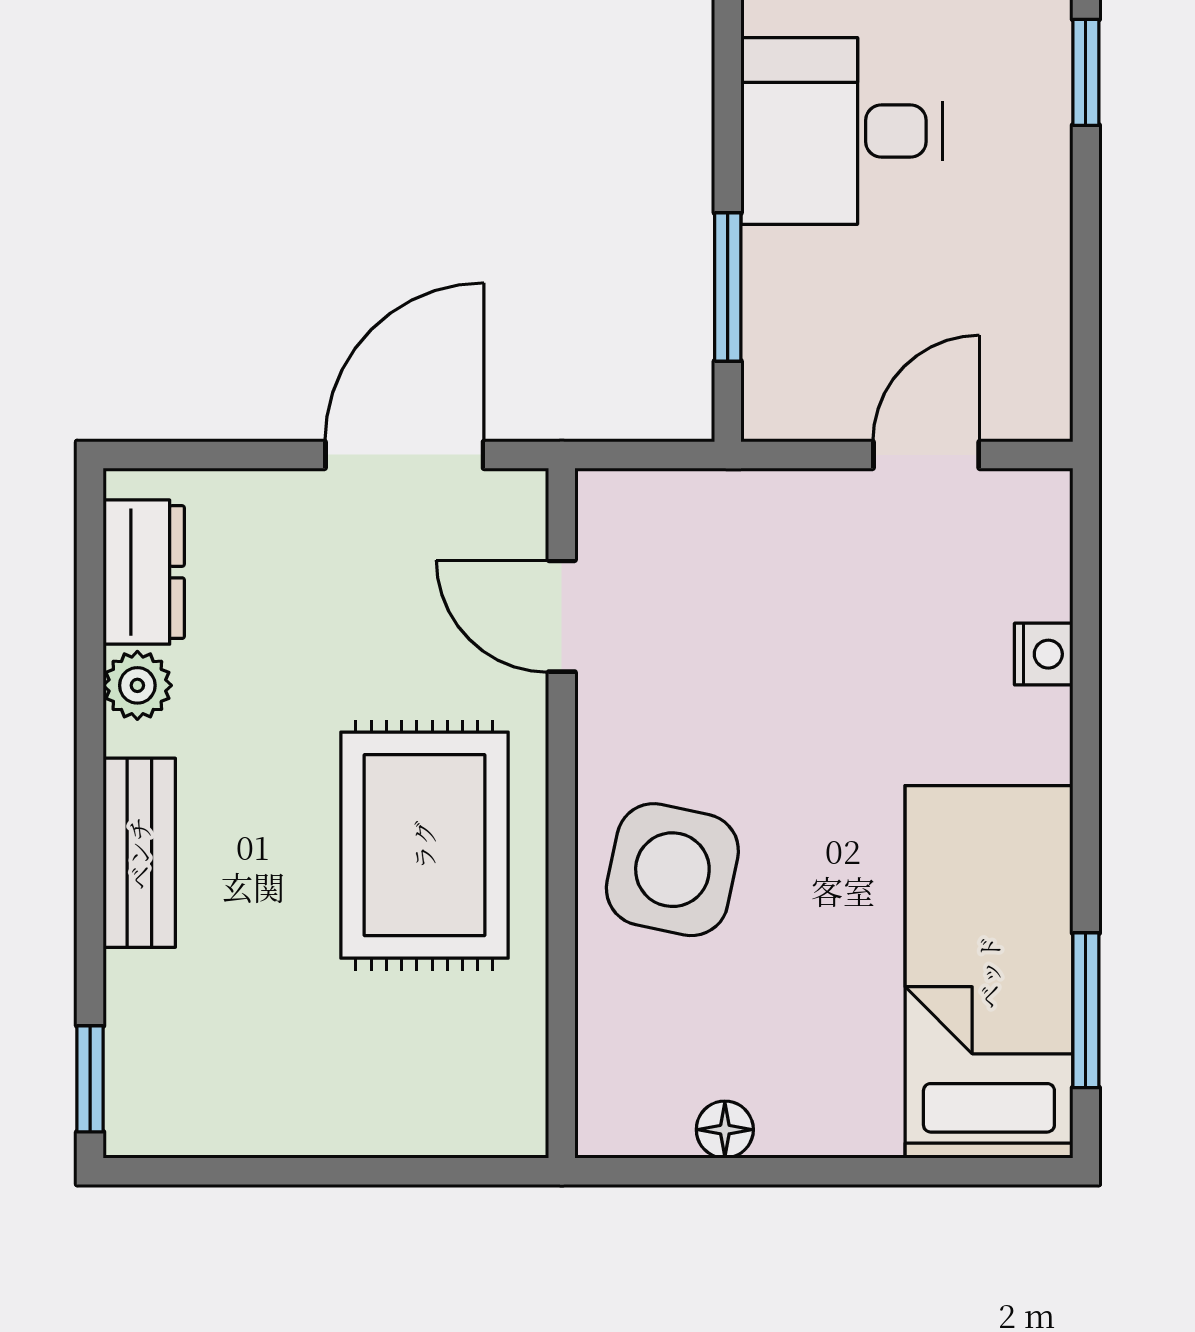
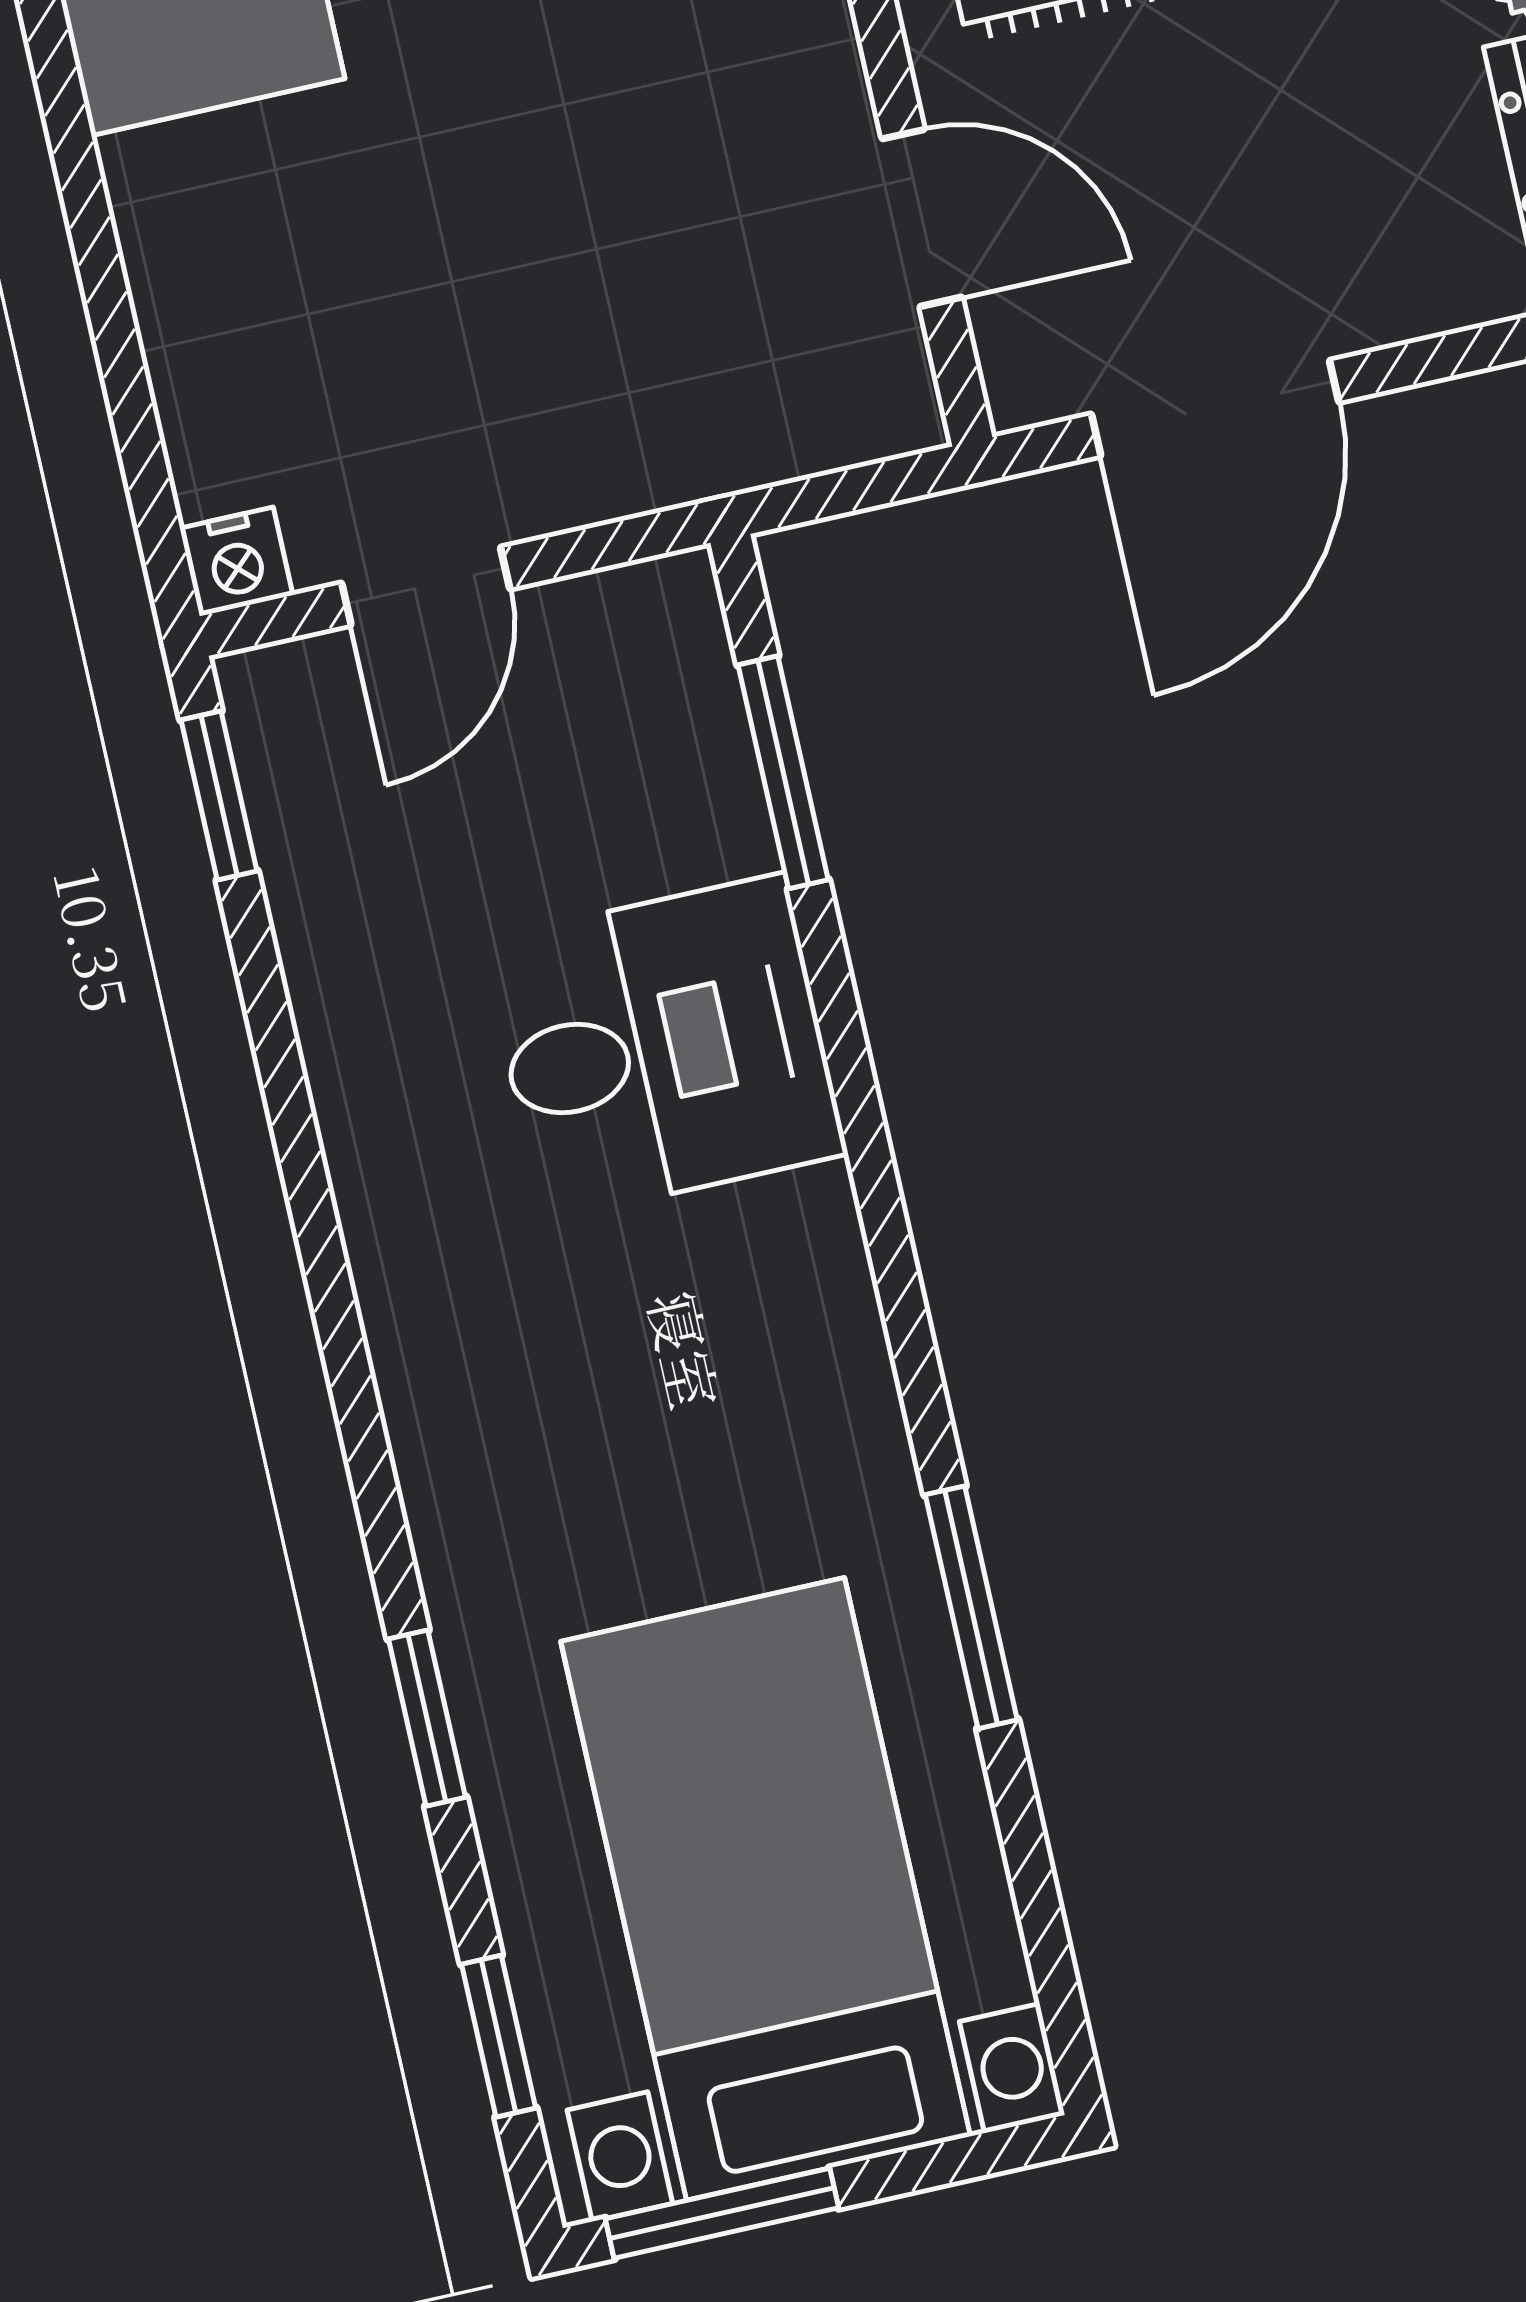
window: (1086, 72) -> (219, 795), moved
nightstand: (1044, 654) -> (236, 562), moved, turned -90

